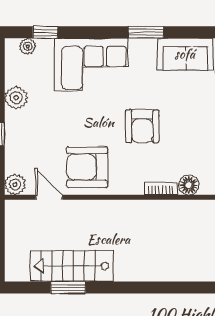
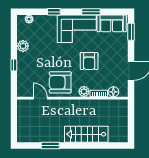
window: (45, 32) -> (54, 12), moved
corner sofa: (91, 65) -> (77, 29), moved
plant: (15, 184) -> (84, 91), moved
stairs: (72, 266) -> (86, 134), moved

